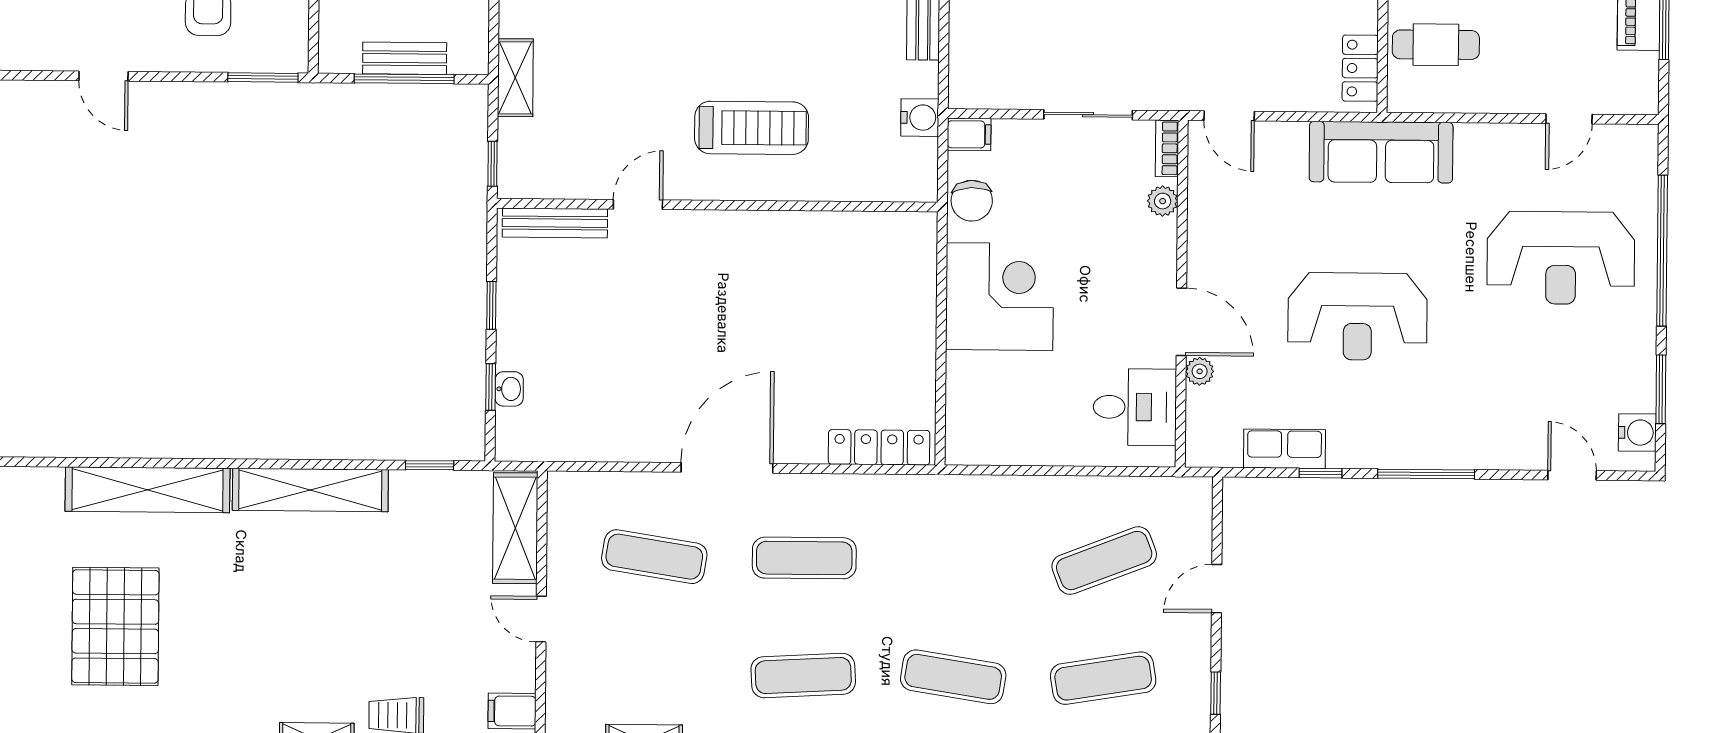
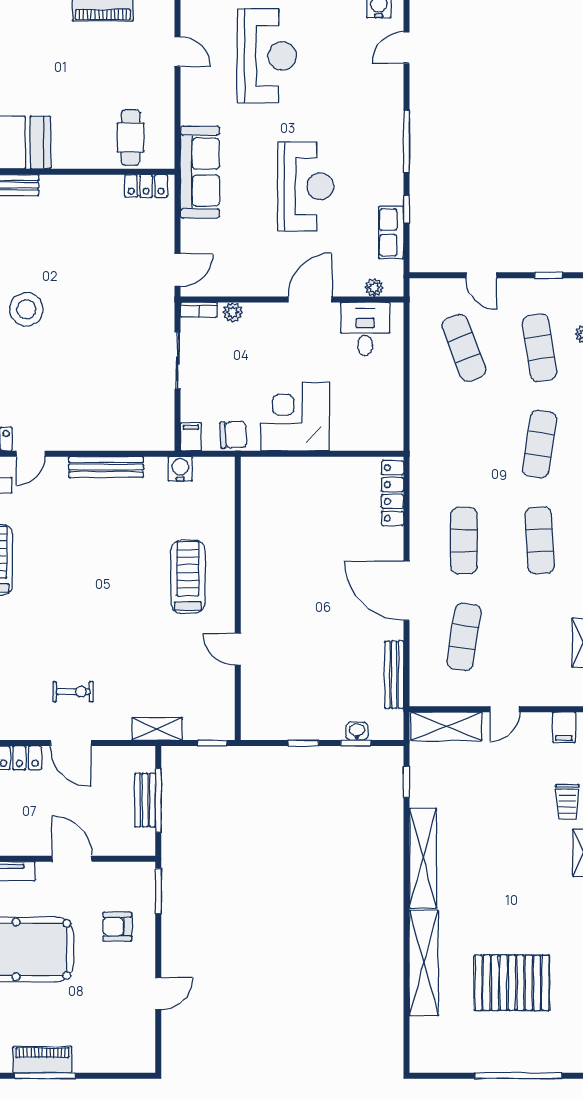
bench: (555, 223) -> (394, 675), moved
plant: (1200, 371) -> (374, 287), moved

